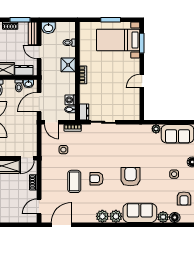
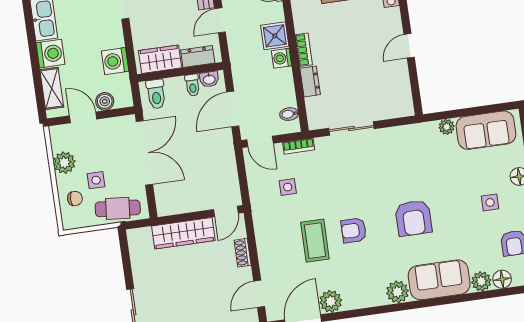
door: (39, 52) -> (220, 20), hinge flipped
washing machine: (70, 100) -> (282, 58), moved
dresser: (84, 112) -> (310, 81), moved
armchair: (131, 177) -> (413, 218), turned 180
plant: (102, 216) -> (331, 301), moved

